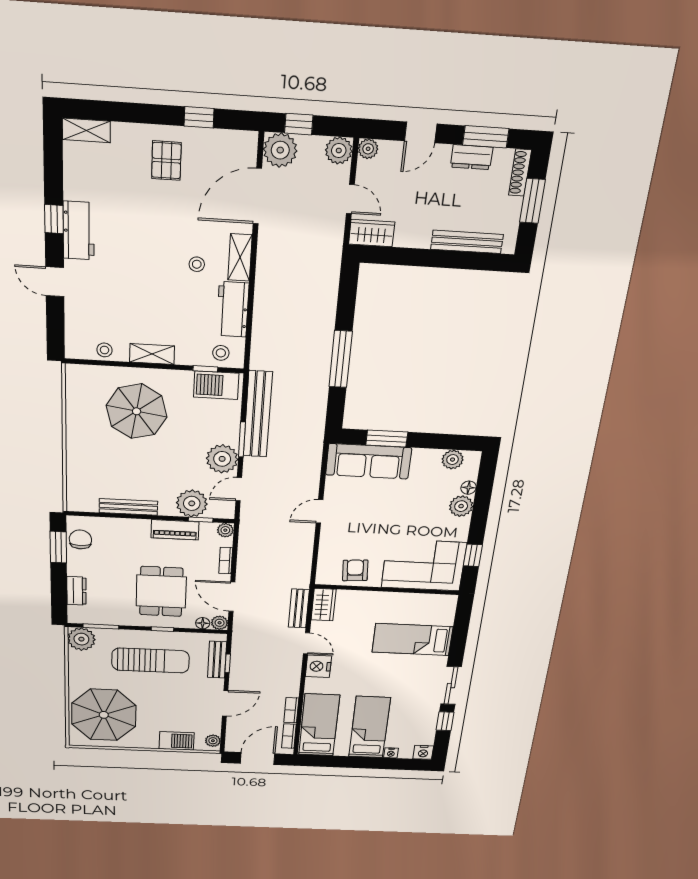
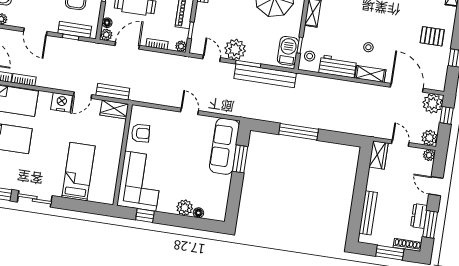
door: (350, 199) -> (400, 143), swing flipped
plant: (453, 460) -> (221, 202), removed
plant: (192, 503) -> (204, 26), removed

